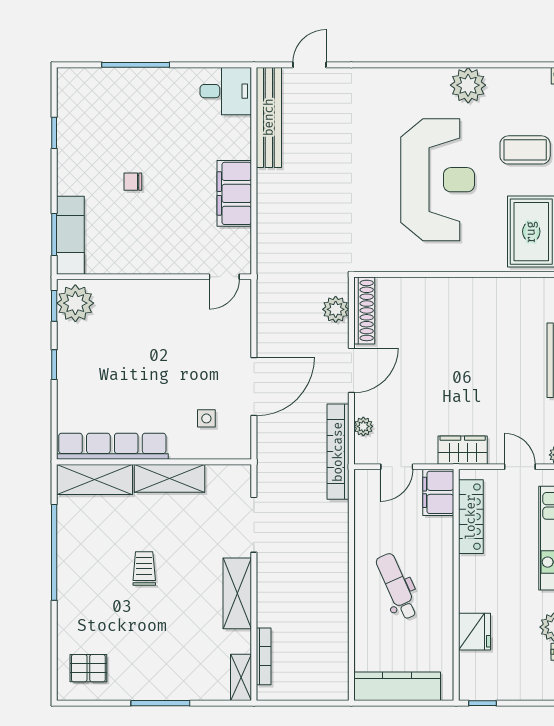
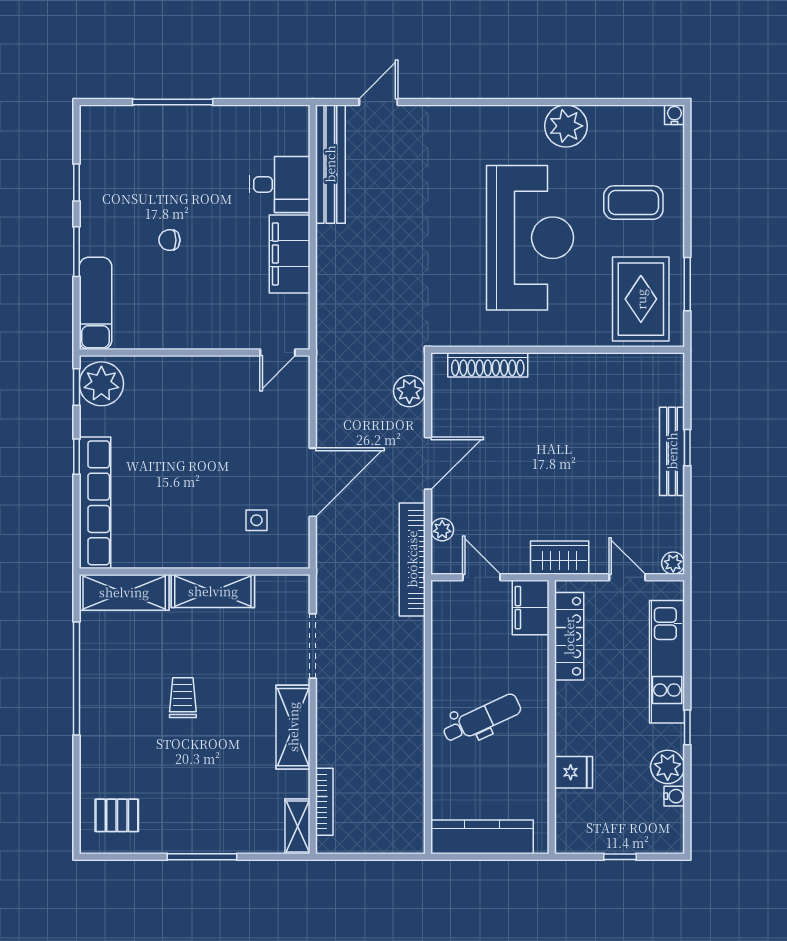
desk: (226, 91) -> (279, 184), moved
window: (54, 234) -> (76, 252), moved
shoe rack: (364, 310) -> (488, 365), moved, turned 90
row of seats: (112, 446) -> (95, 503), moved, turned 90
door: (397, 467) -> (482, 577), swing flipped
dental chair: (397, 586) -> (482, 719), turned 89
fridge: (474, 632) -> (574, 772), width x0.72
window: (483, 703) -> (620, 857), moved

